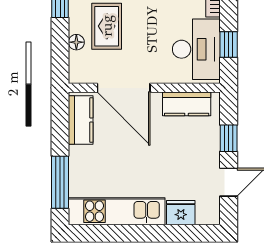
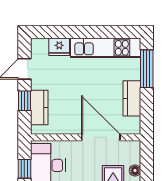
kitchen counter: (187, 104) -> (39, 108), moved, turned 90
kitchen counter: (81, 120) -> (132, 98), moved

